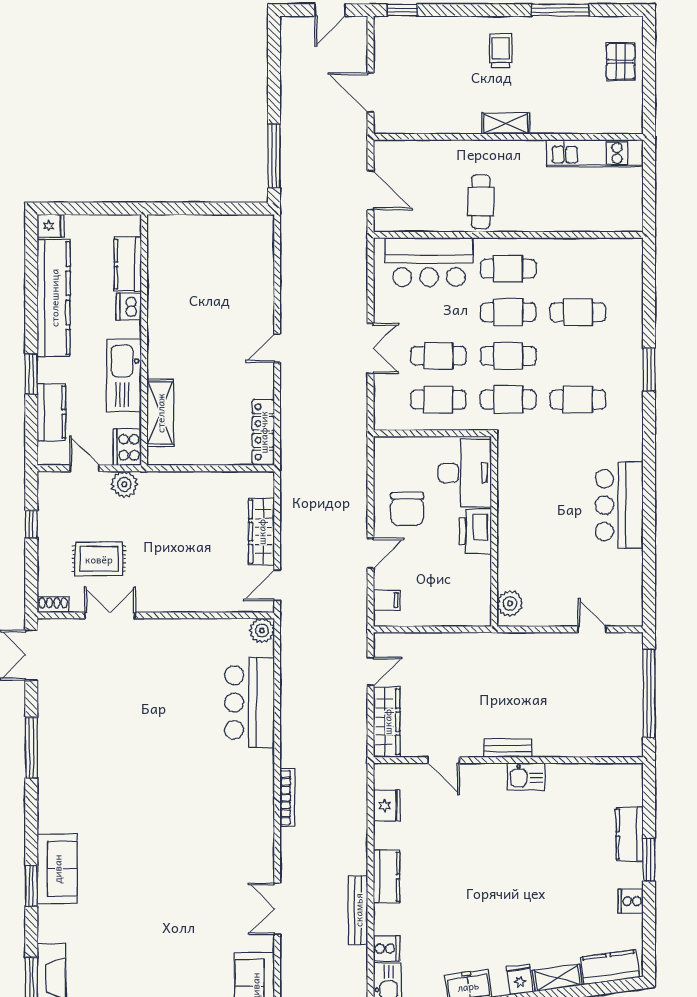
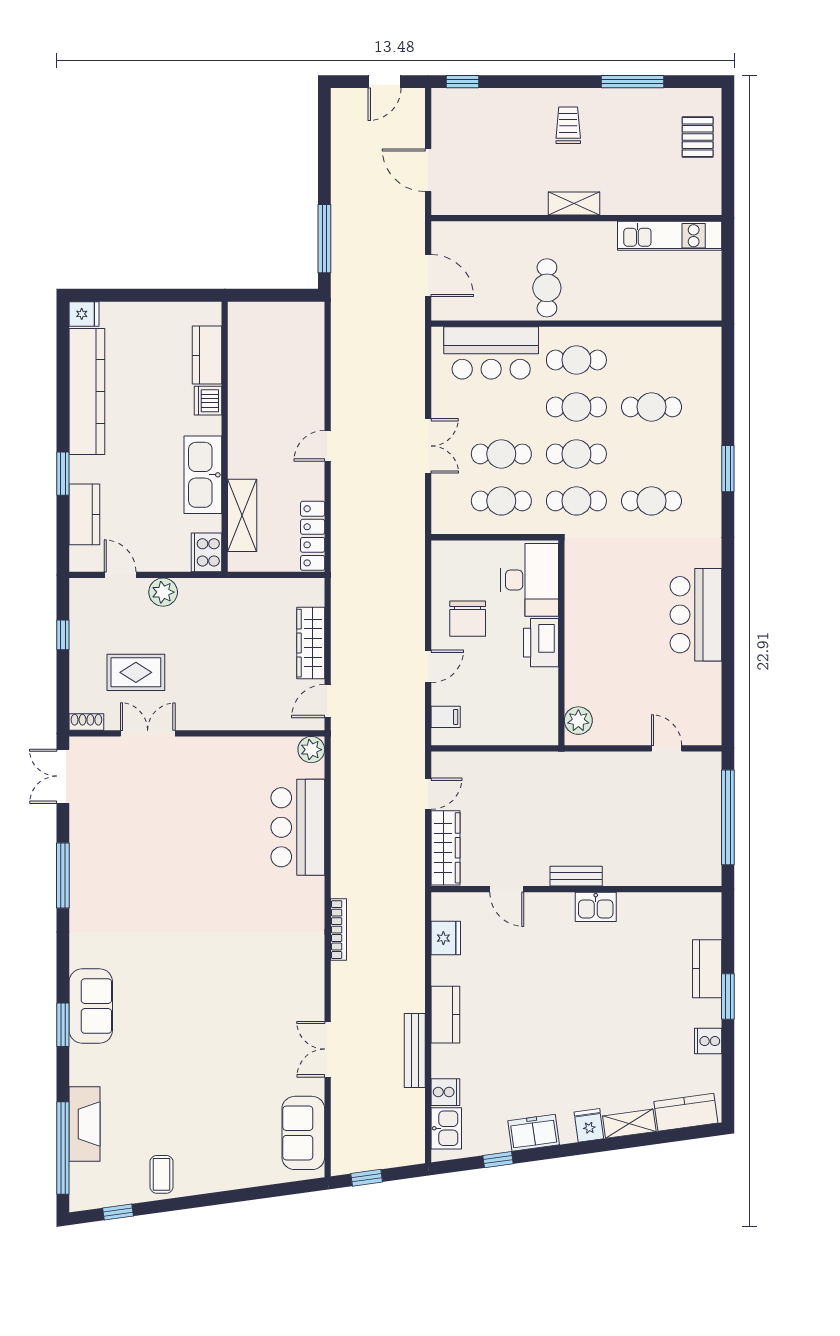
kitchen counter: (128, 264) -> (207, 355), moved
dishwasher: (129, 306) -> (208, 401), moved
wall: (144, 340) -> (225, 437), moved
kitchen sink: (124, 375) -> (203, 475), moved
shelving: (160, 413) -> (242, 515), moved
cooker: (127, 447) -> (206, 552), moved

